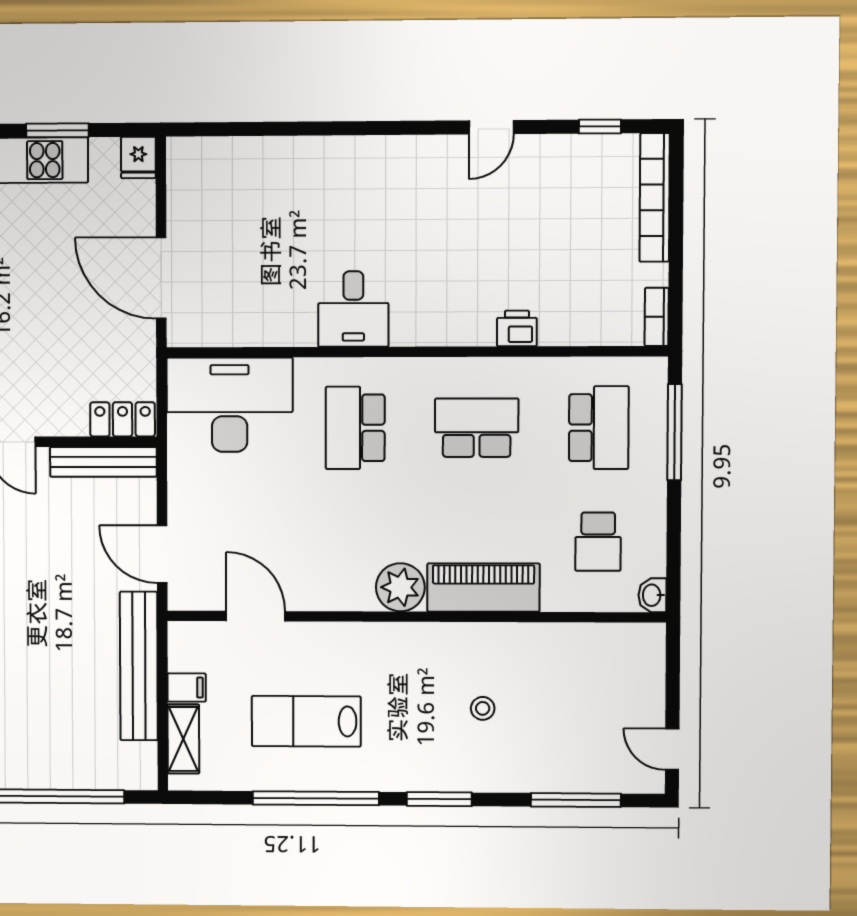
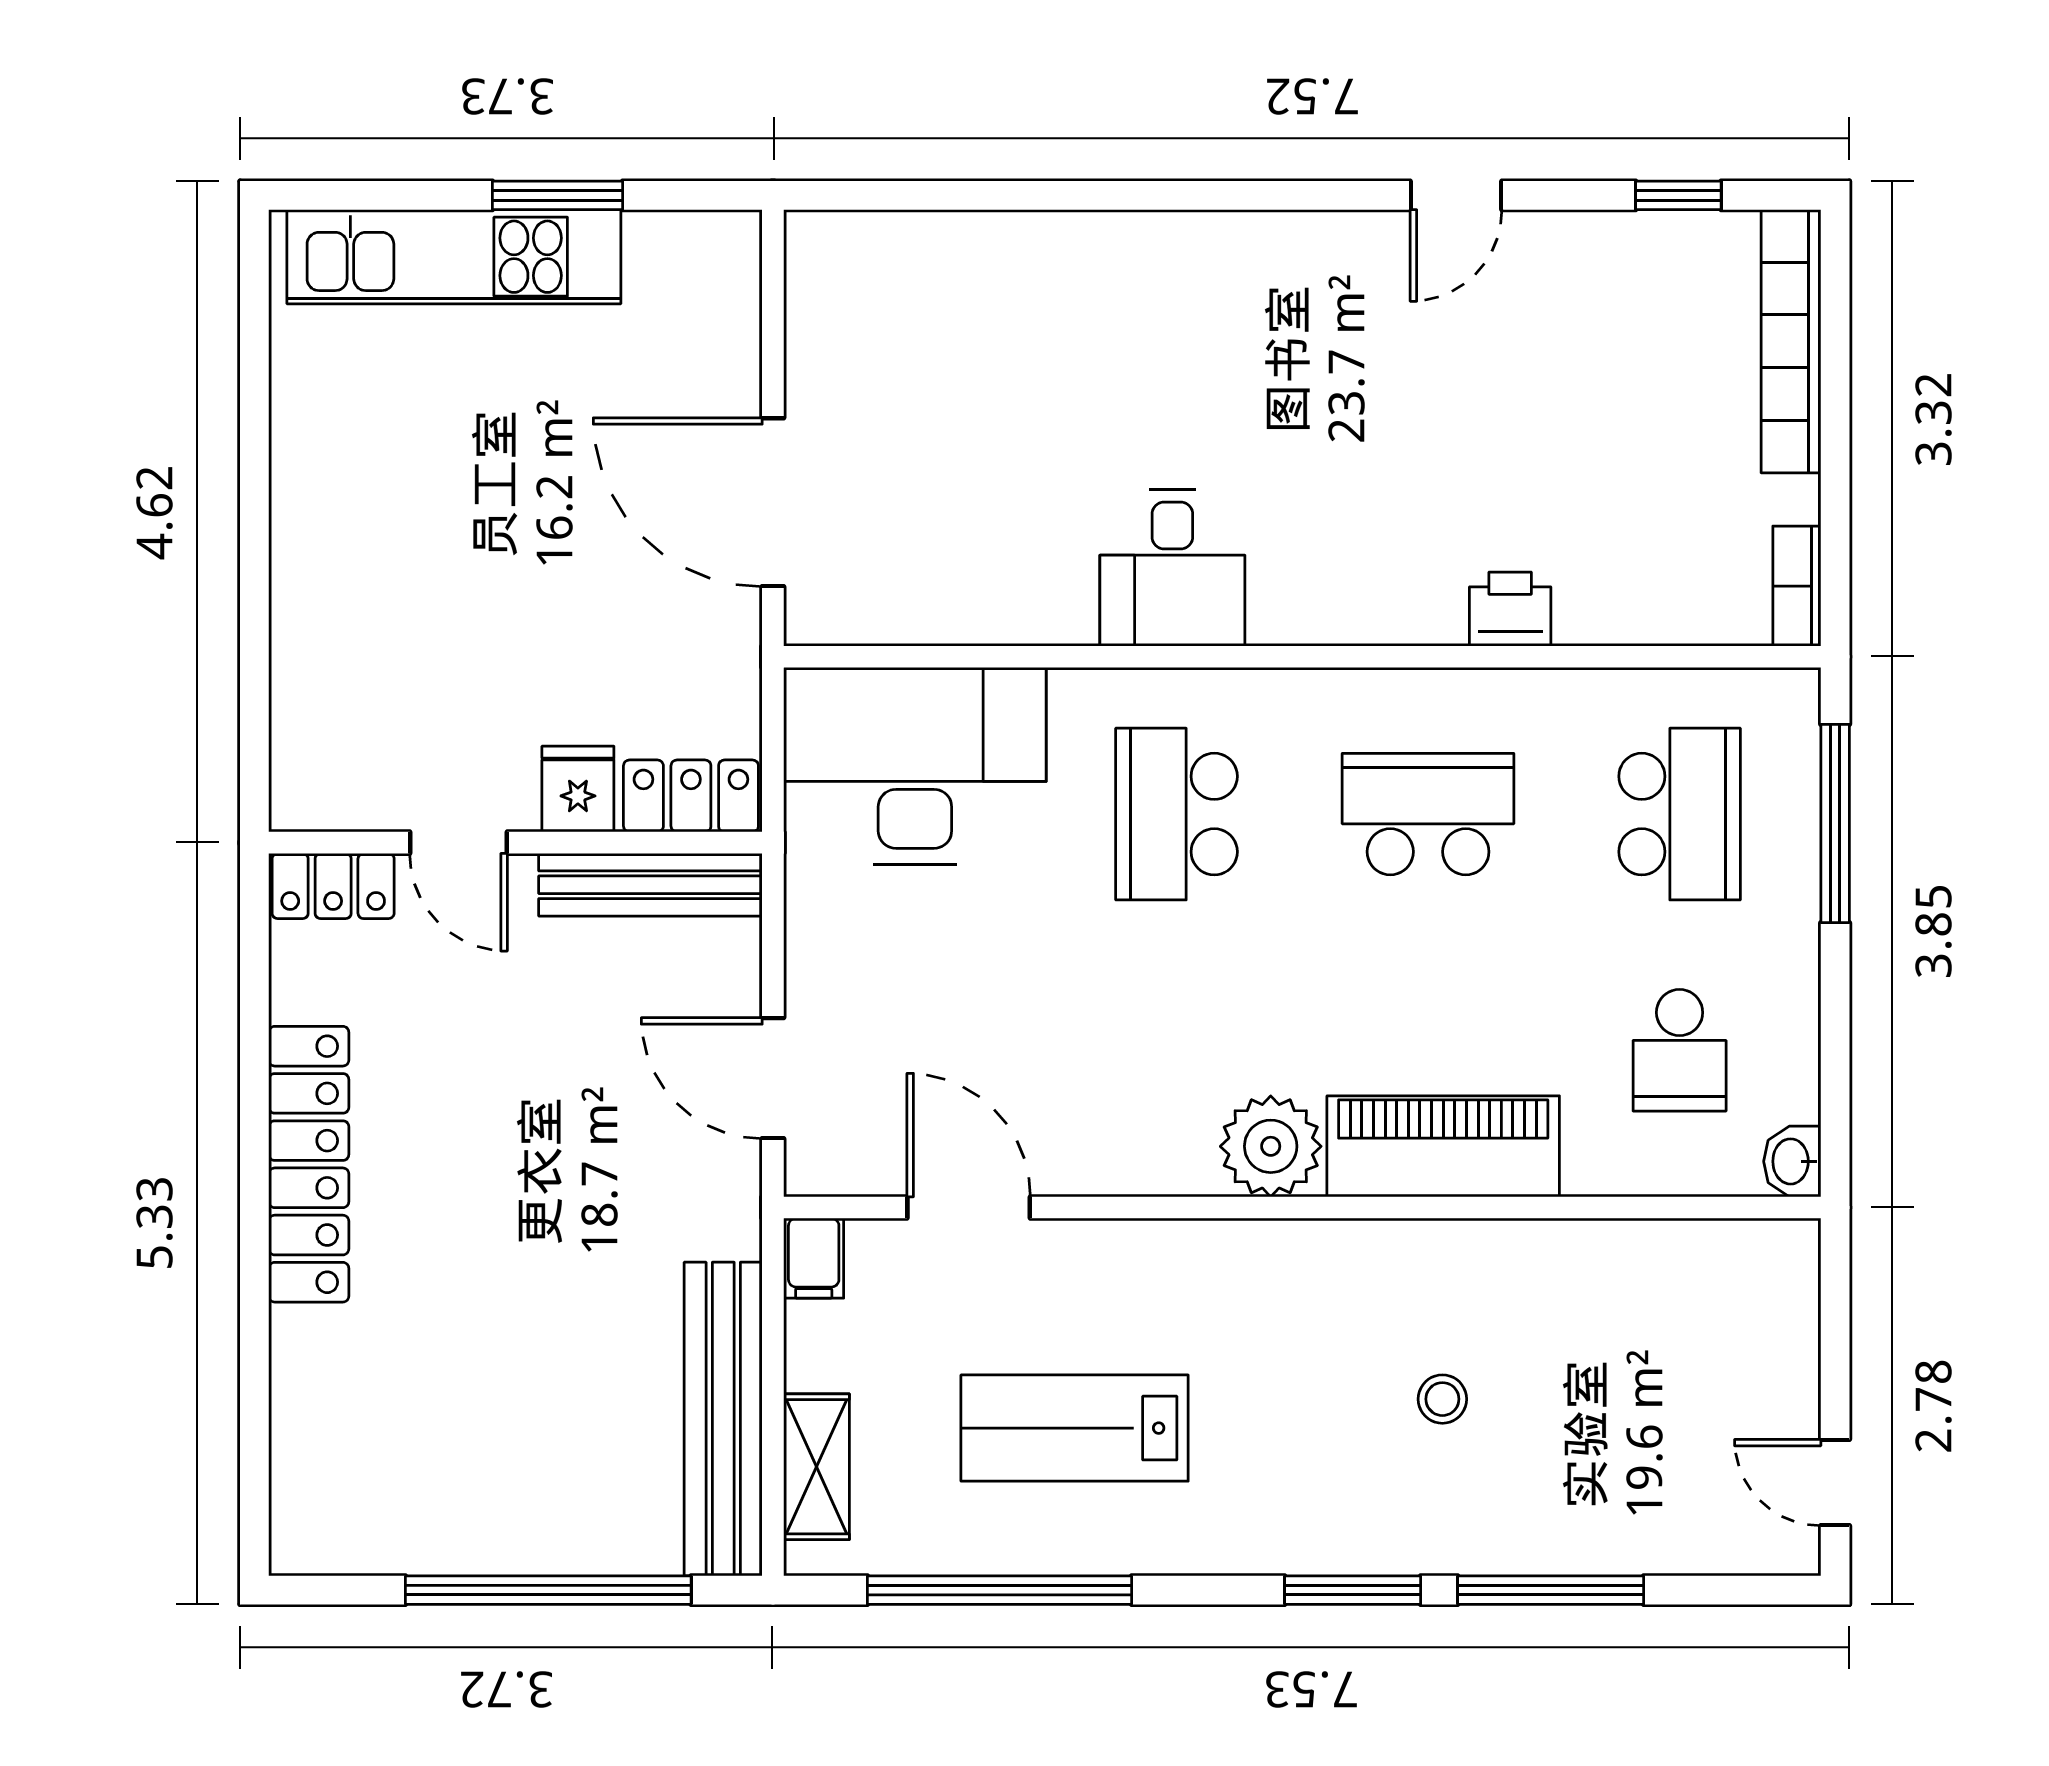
fridge: (138, 158) -> (578, 789), moved, turned 180
bench: (139, 666) -> (723, 1419), moved
filing cabinet: (187, 687) -> (814, 1258), moved, turned 90
window: (316, 798) -> (999, 1590), moved
window: (576, 800) -> (1551, 1590), moved

